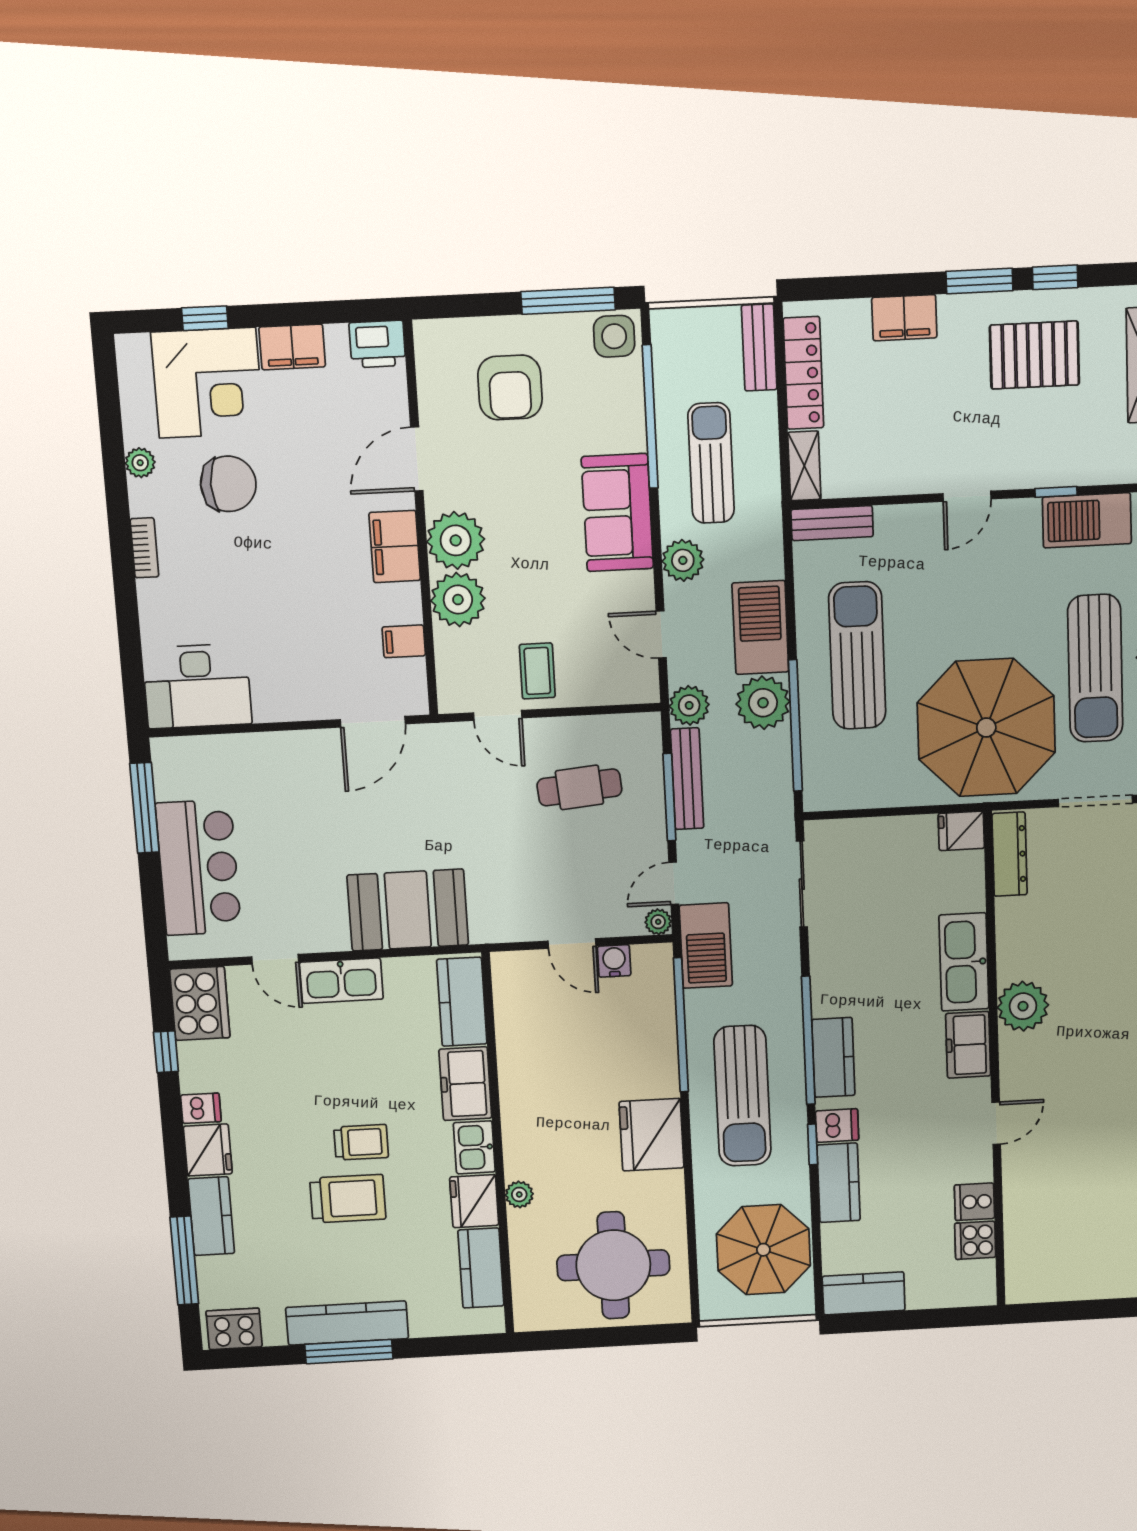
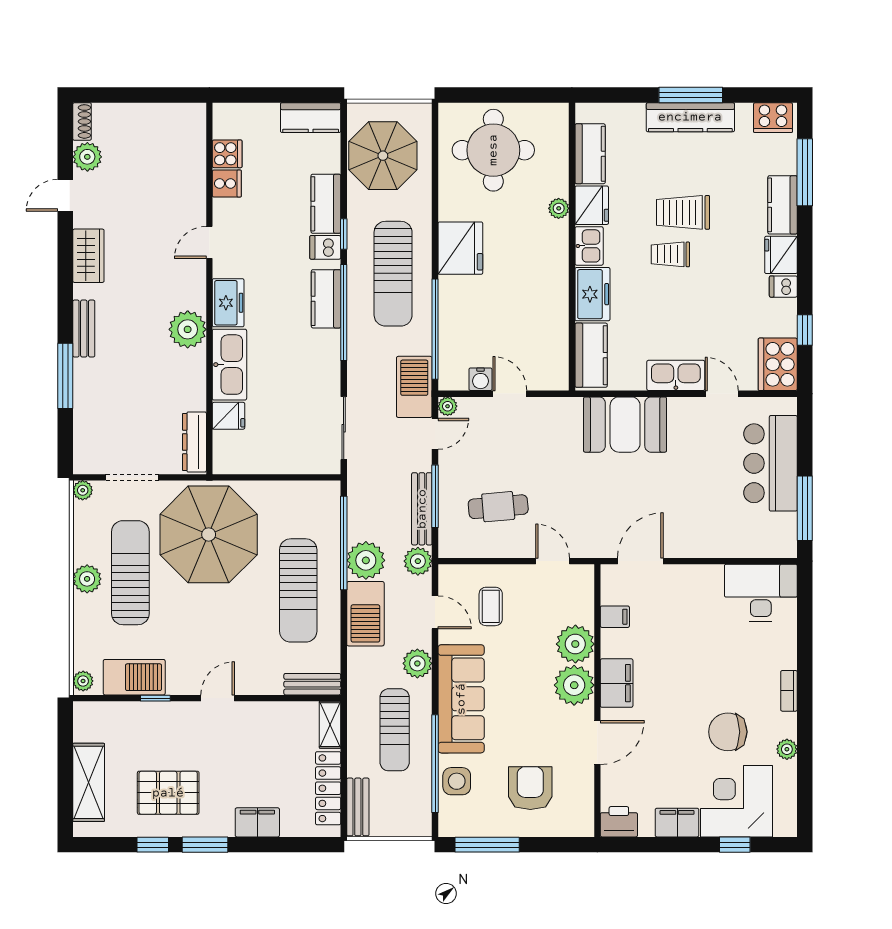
side table: (614, 336) -> (457, 781), moved
sofa: (617, 513) -> (461, 699), width x1.36
coffee table: (537, 671) -> (491, 606), moved
fridge: (961, 831) -> (229, 416), moved
sun lounger: (742, 1096) -> (393, 274), turned 180

